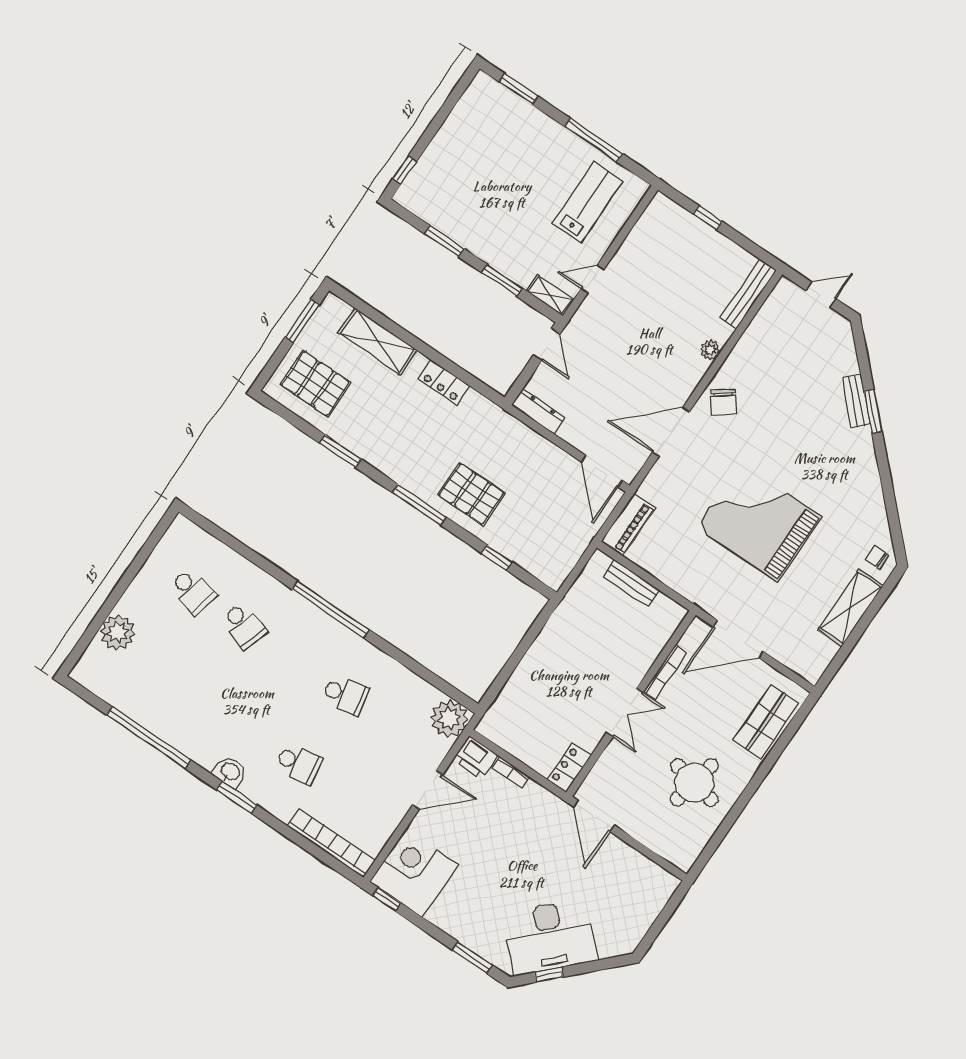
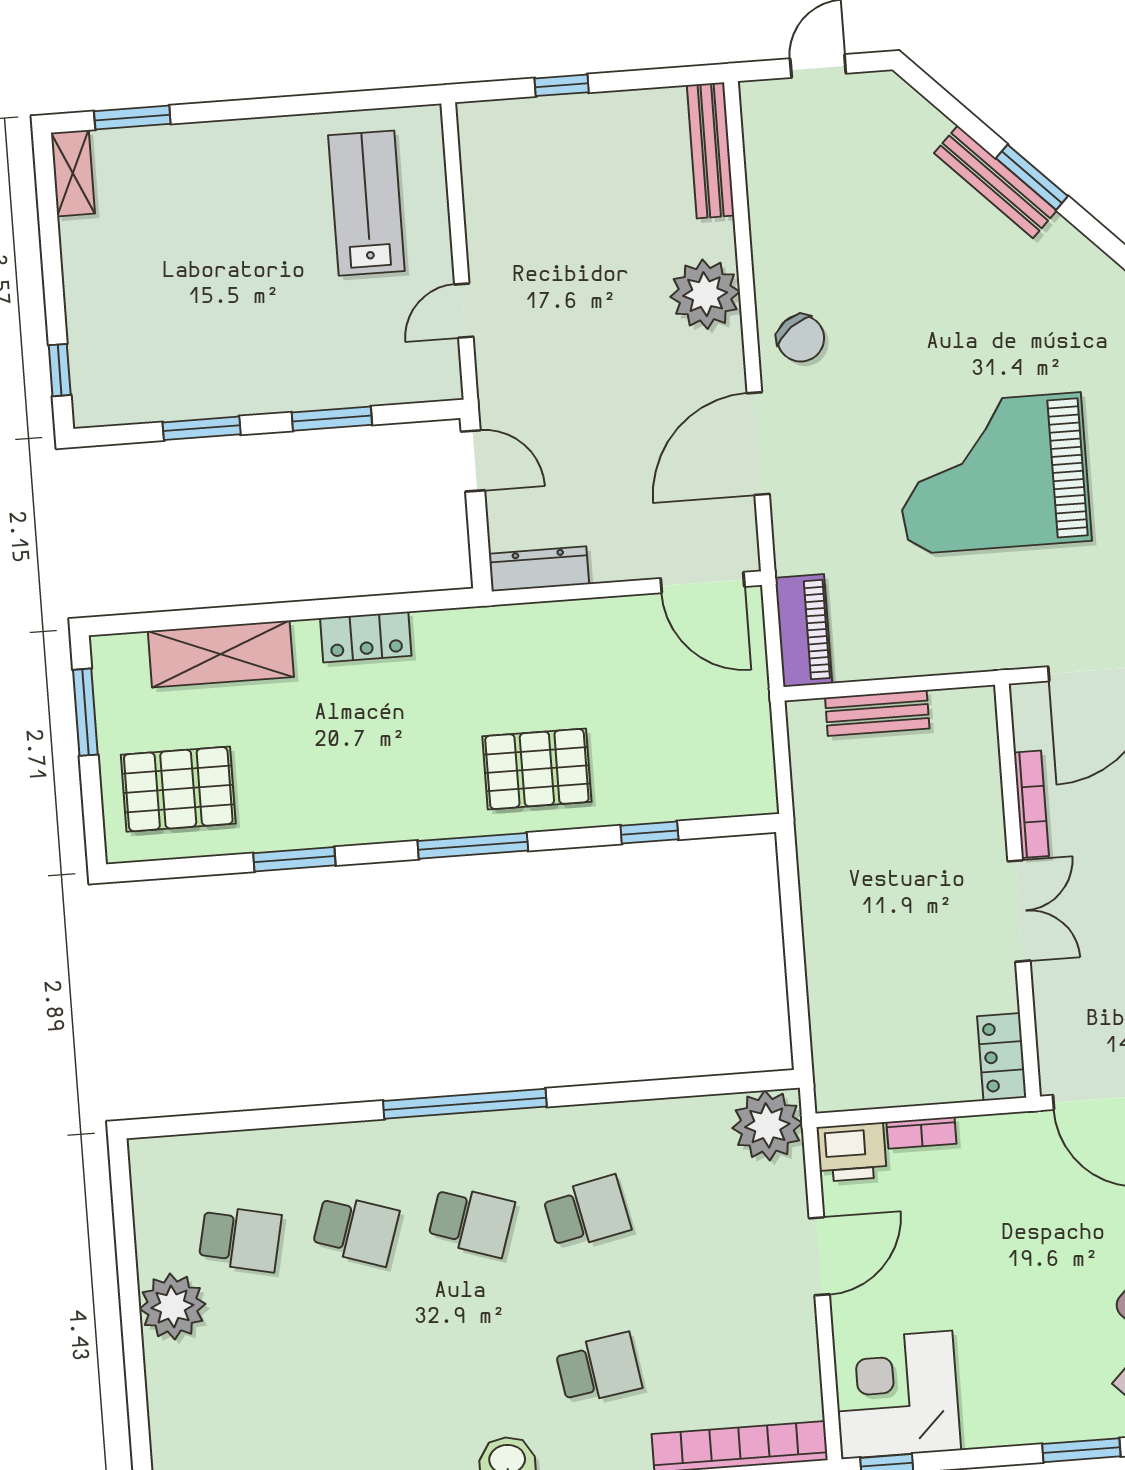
window: (593, 140) -> (302, 105), removed
shelving: (550, 295) -> (73, 173), moved, turned 90
plant: (710, 350) -> (705, 294), width x1.87, depth x1.87
bench: (856, 401) -> (995, 182), width x1.36
plant: (118, 632) -> (172, 1306), moved
school desk: (294, 660) -> (471, 1221), added

